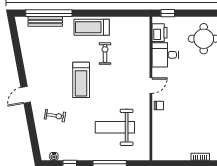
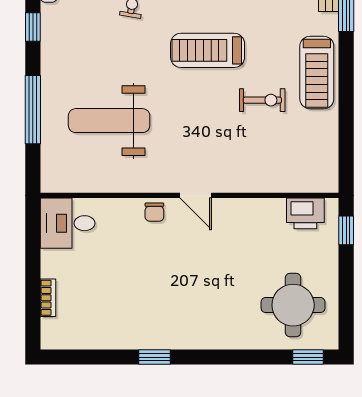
treadmill: (92, 27) -> (317, 72), turned 180
desk: (165, 55) -> (68, 223), moved, turned -90
weight bench: (115, 127) -> (109, 121), turned -90

